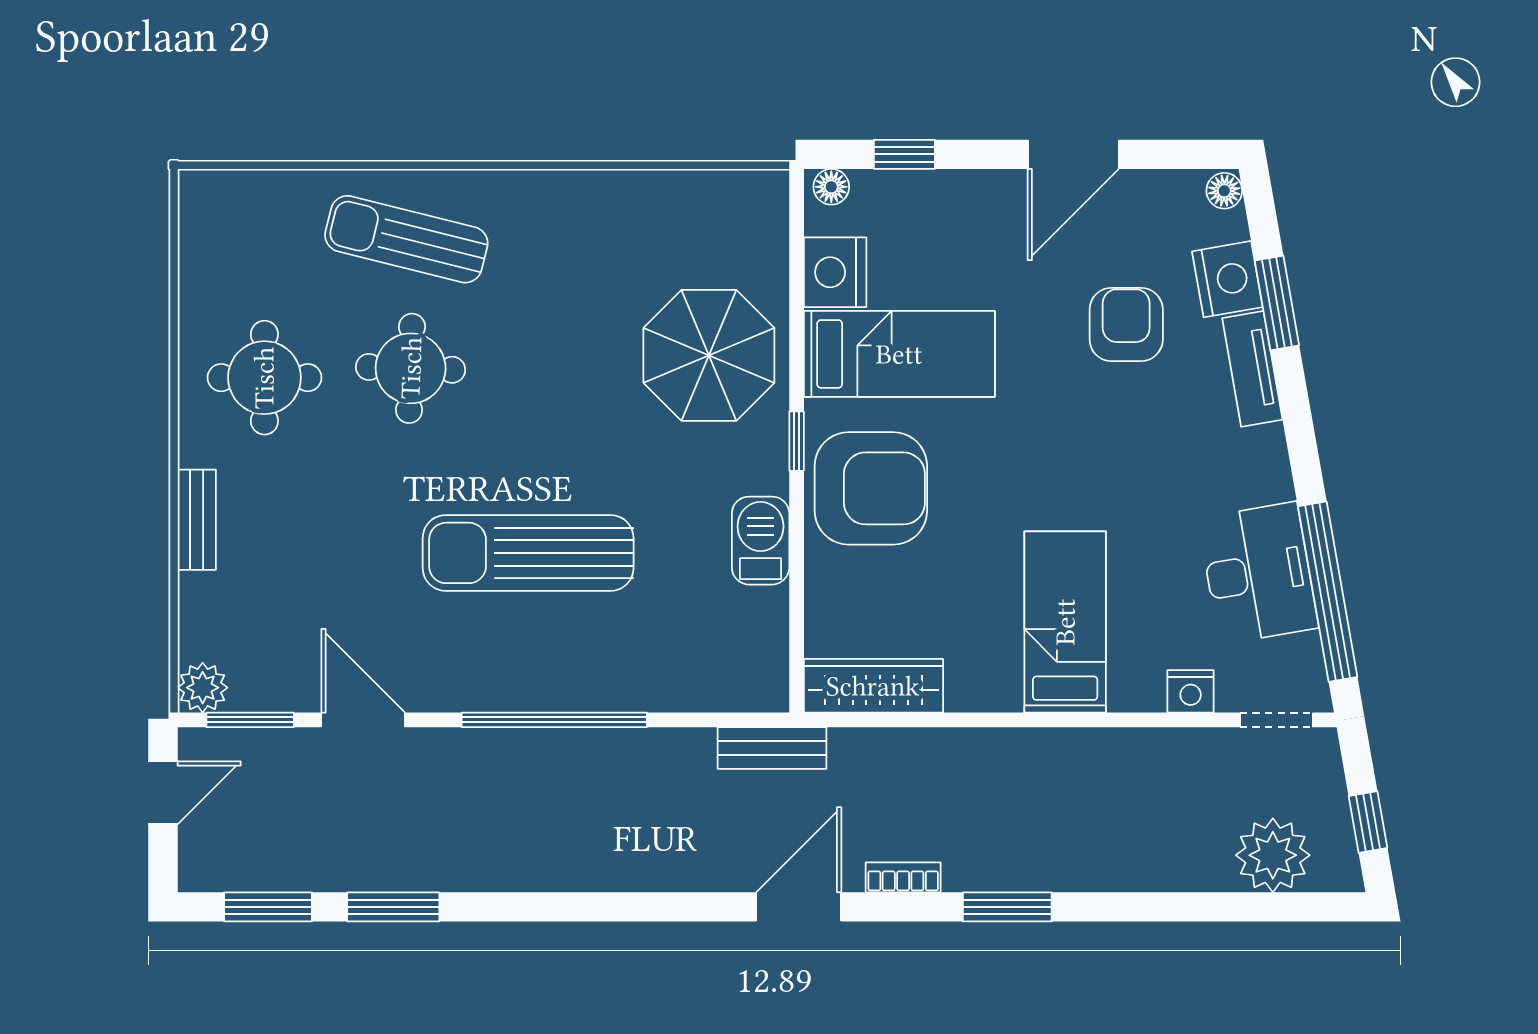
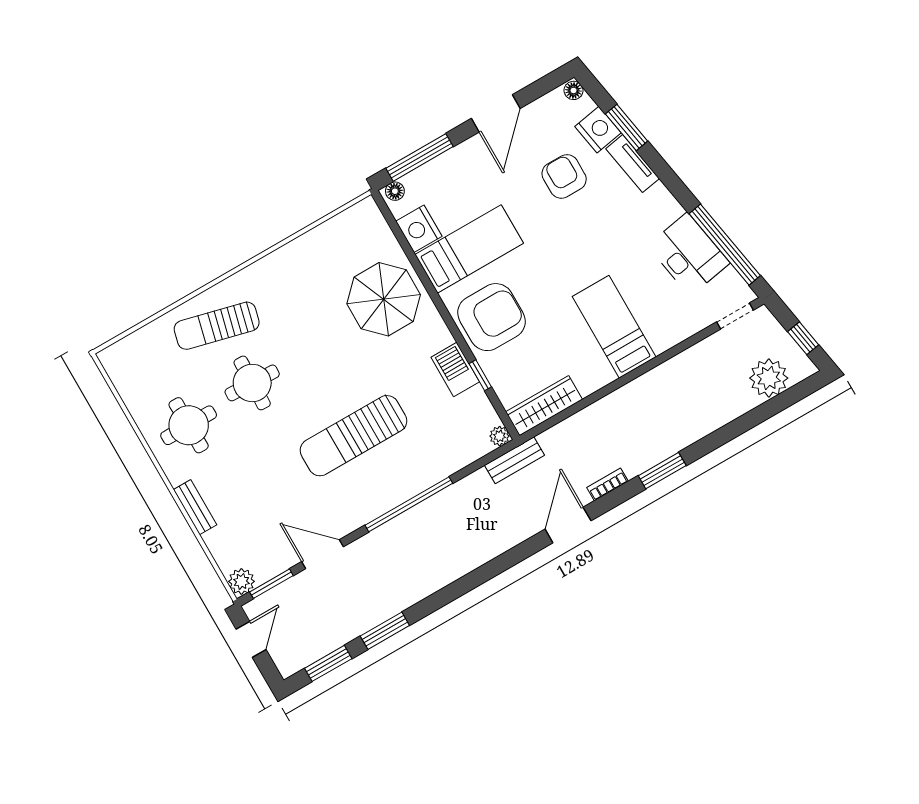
window: (904, 154) -> (419, 157), width x2.17
window: (797, 441) -> (480, 375), moved
nightstand: (1191, 691) -> (689, 325), removed
plant: (770, 694) -> (500, 436), added

